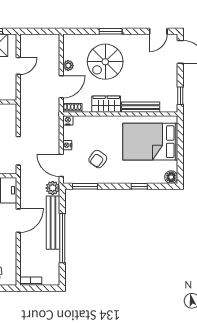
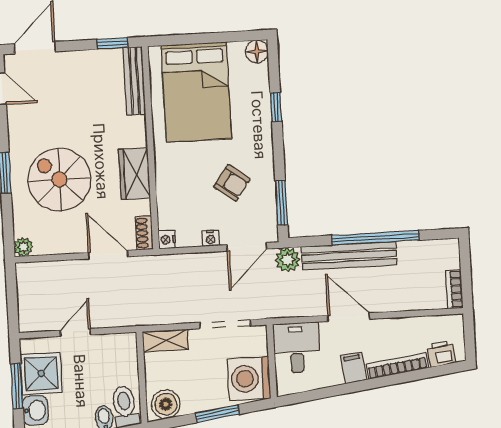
spiral stairs: (105, 62) -> (59, 179), turned 180
plant: (68, 65) -> (23, 247), moved
door: (18, 66) -> (75, 333), hinge flipped
bench: (141, 107) -> (134, 81), moved
shelving: (11, 116) -> (165, 341), added

